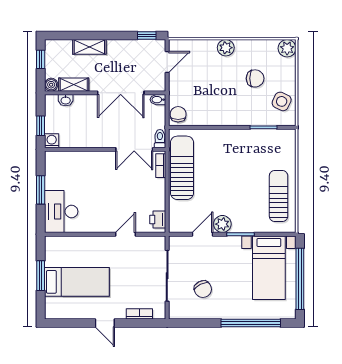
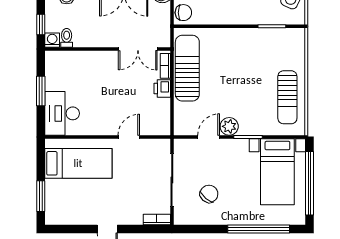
chair: (178, 114) -> (183, 13), turned 90
toilet: (160, 139) -> (67, 38), moved
sun lounger: (279, 196) -> (287, 97), turned 180
printer: (158, 220) -> (162, 88), moved
window: (41, 276) -> (41, 196), moved
bed: (77, 282) -> (78, 163), moved
chair: (203, 289) -> (209, 194), turned -113
bookcase: (139, 314) -> (157, 219), moved

